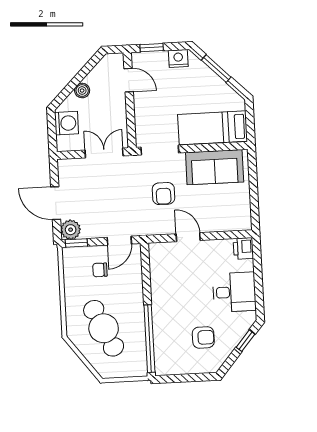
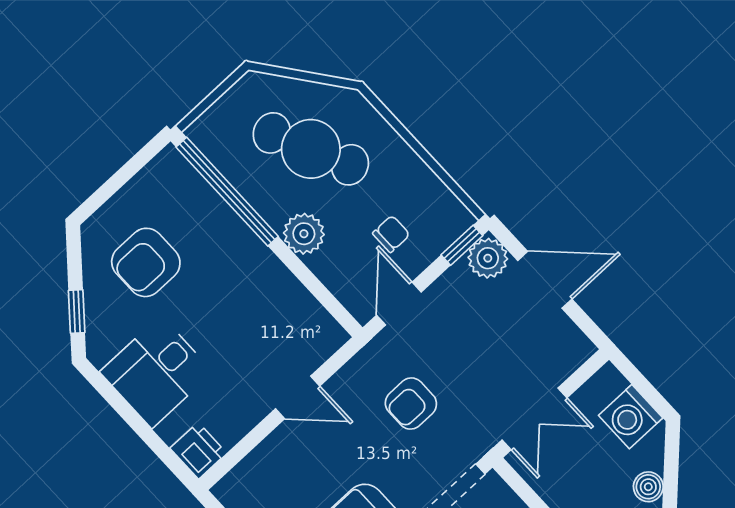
armchair: (163, 194) -> (411, 404), moved, turned -90
plant: (133, 298) -> (304, 234), added
armchair: (203, 337) -> (146, 262), width x1.38, depth x1.38

